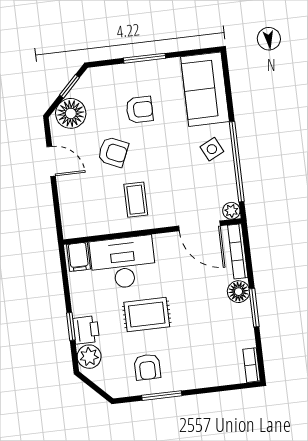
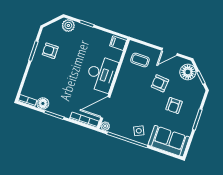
armchair: (113, 152) -> (160, 83), turned 71
coffee table: (136, 200) -> (140, 60), moved
desk: (123, 263) -> (101, 74), moved
floor lamp: (238, 292) -> (43, 103), moved
rug: (147, 314) -> (75, 62), removed
printer: (86, 330) -> (82, 30), removed

